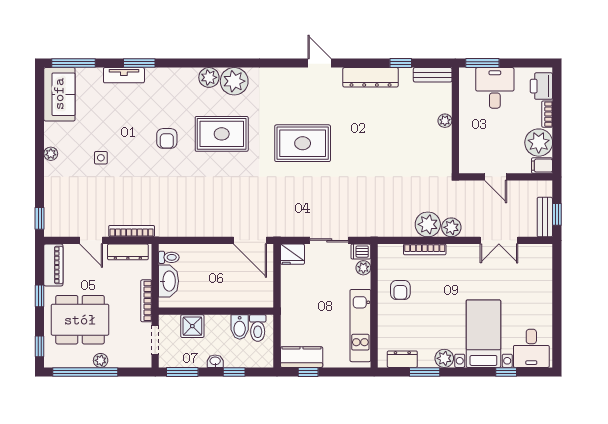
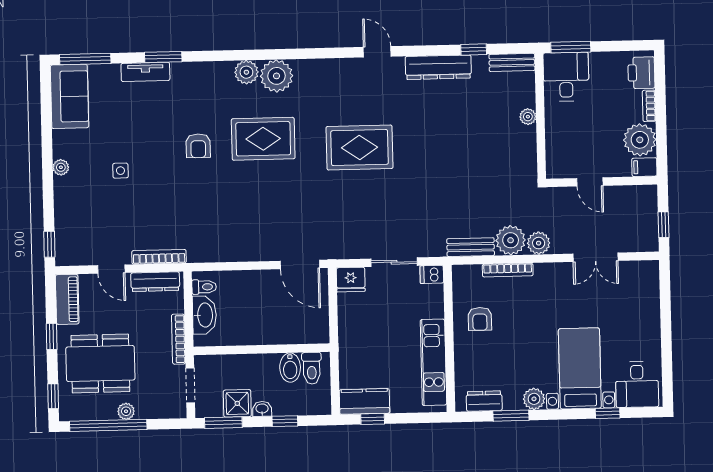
desk: (495, 88) -> (566, 77), moved
bench: (545, 217) -> (471, 247), moved, turned 90
plant: (363, 268) -> (435, 294), removed
shower: (192, 326) -> (237, 403), moved

